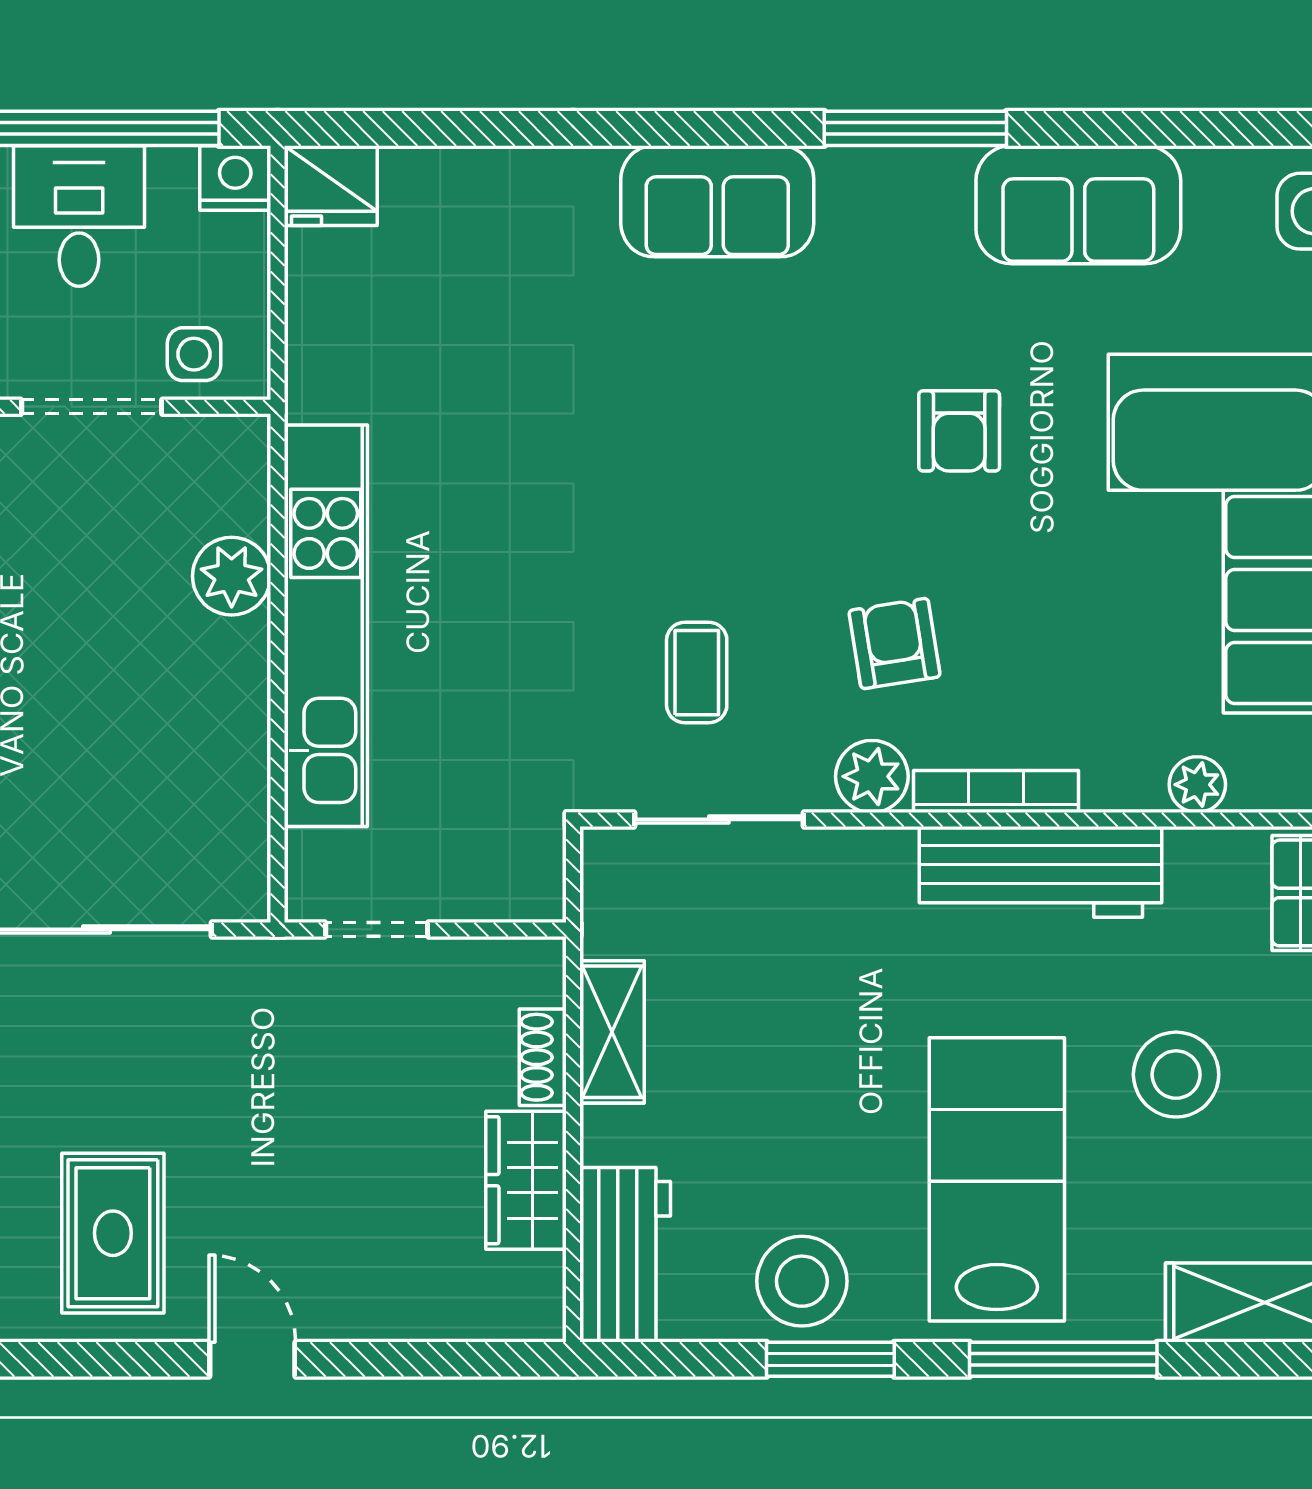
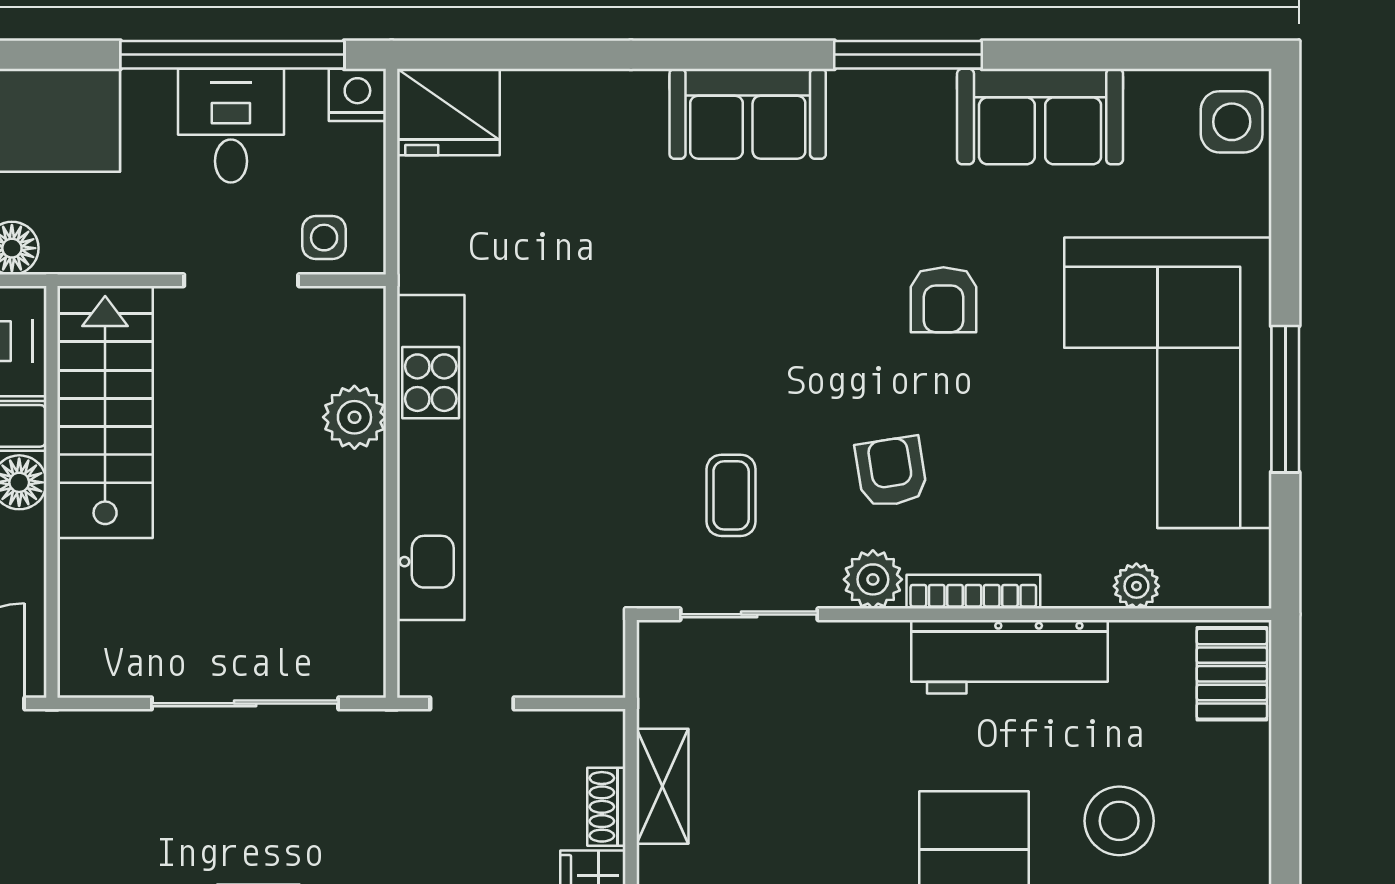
fridge: (331, 186) -> (448, 112), width x1.36, depth x1.34

